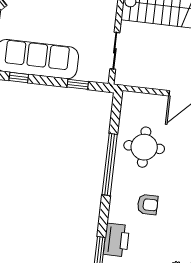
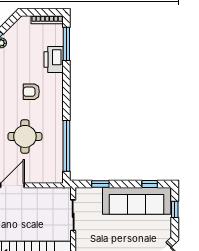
round table: (144, 147) -> (25, 136), moved
window: (110, 164) -> (66, 146), moved

